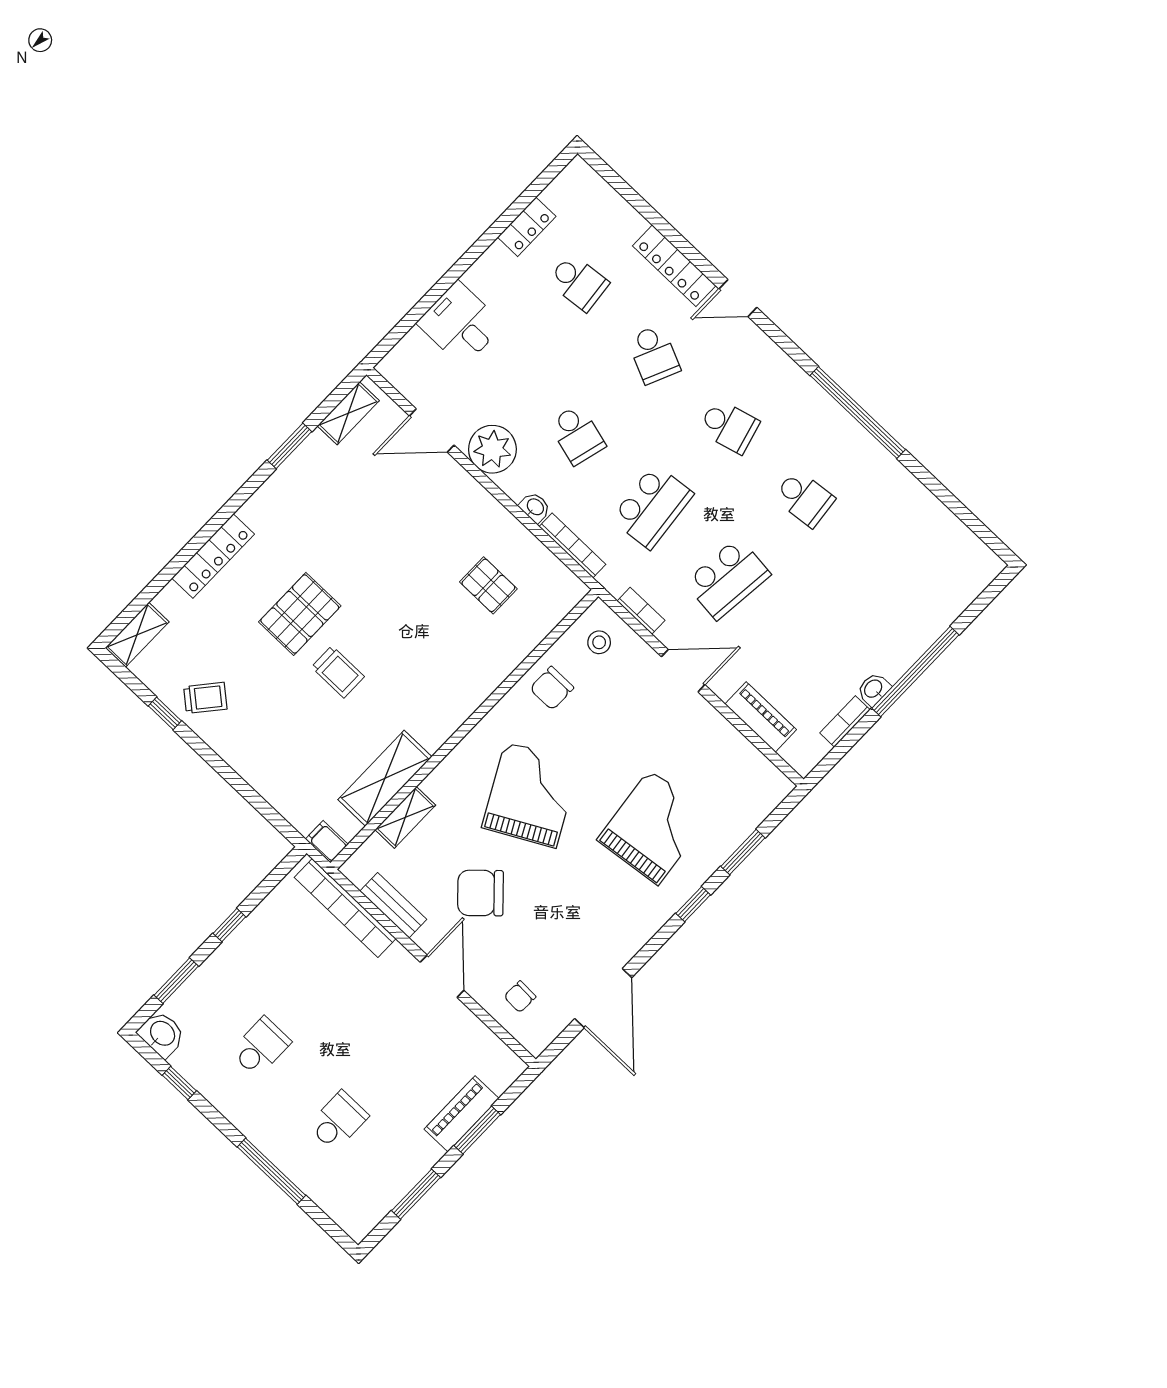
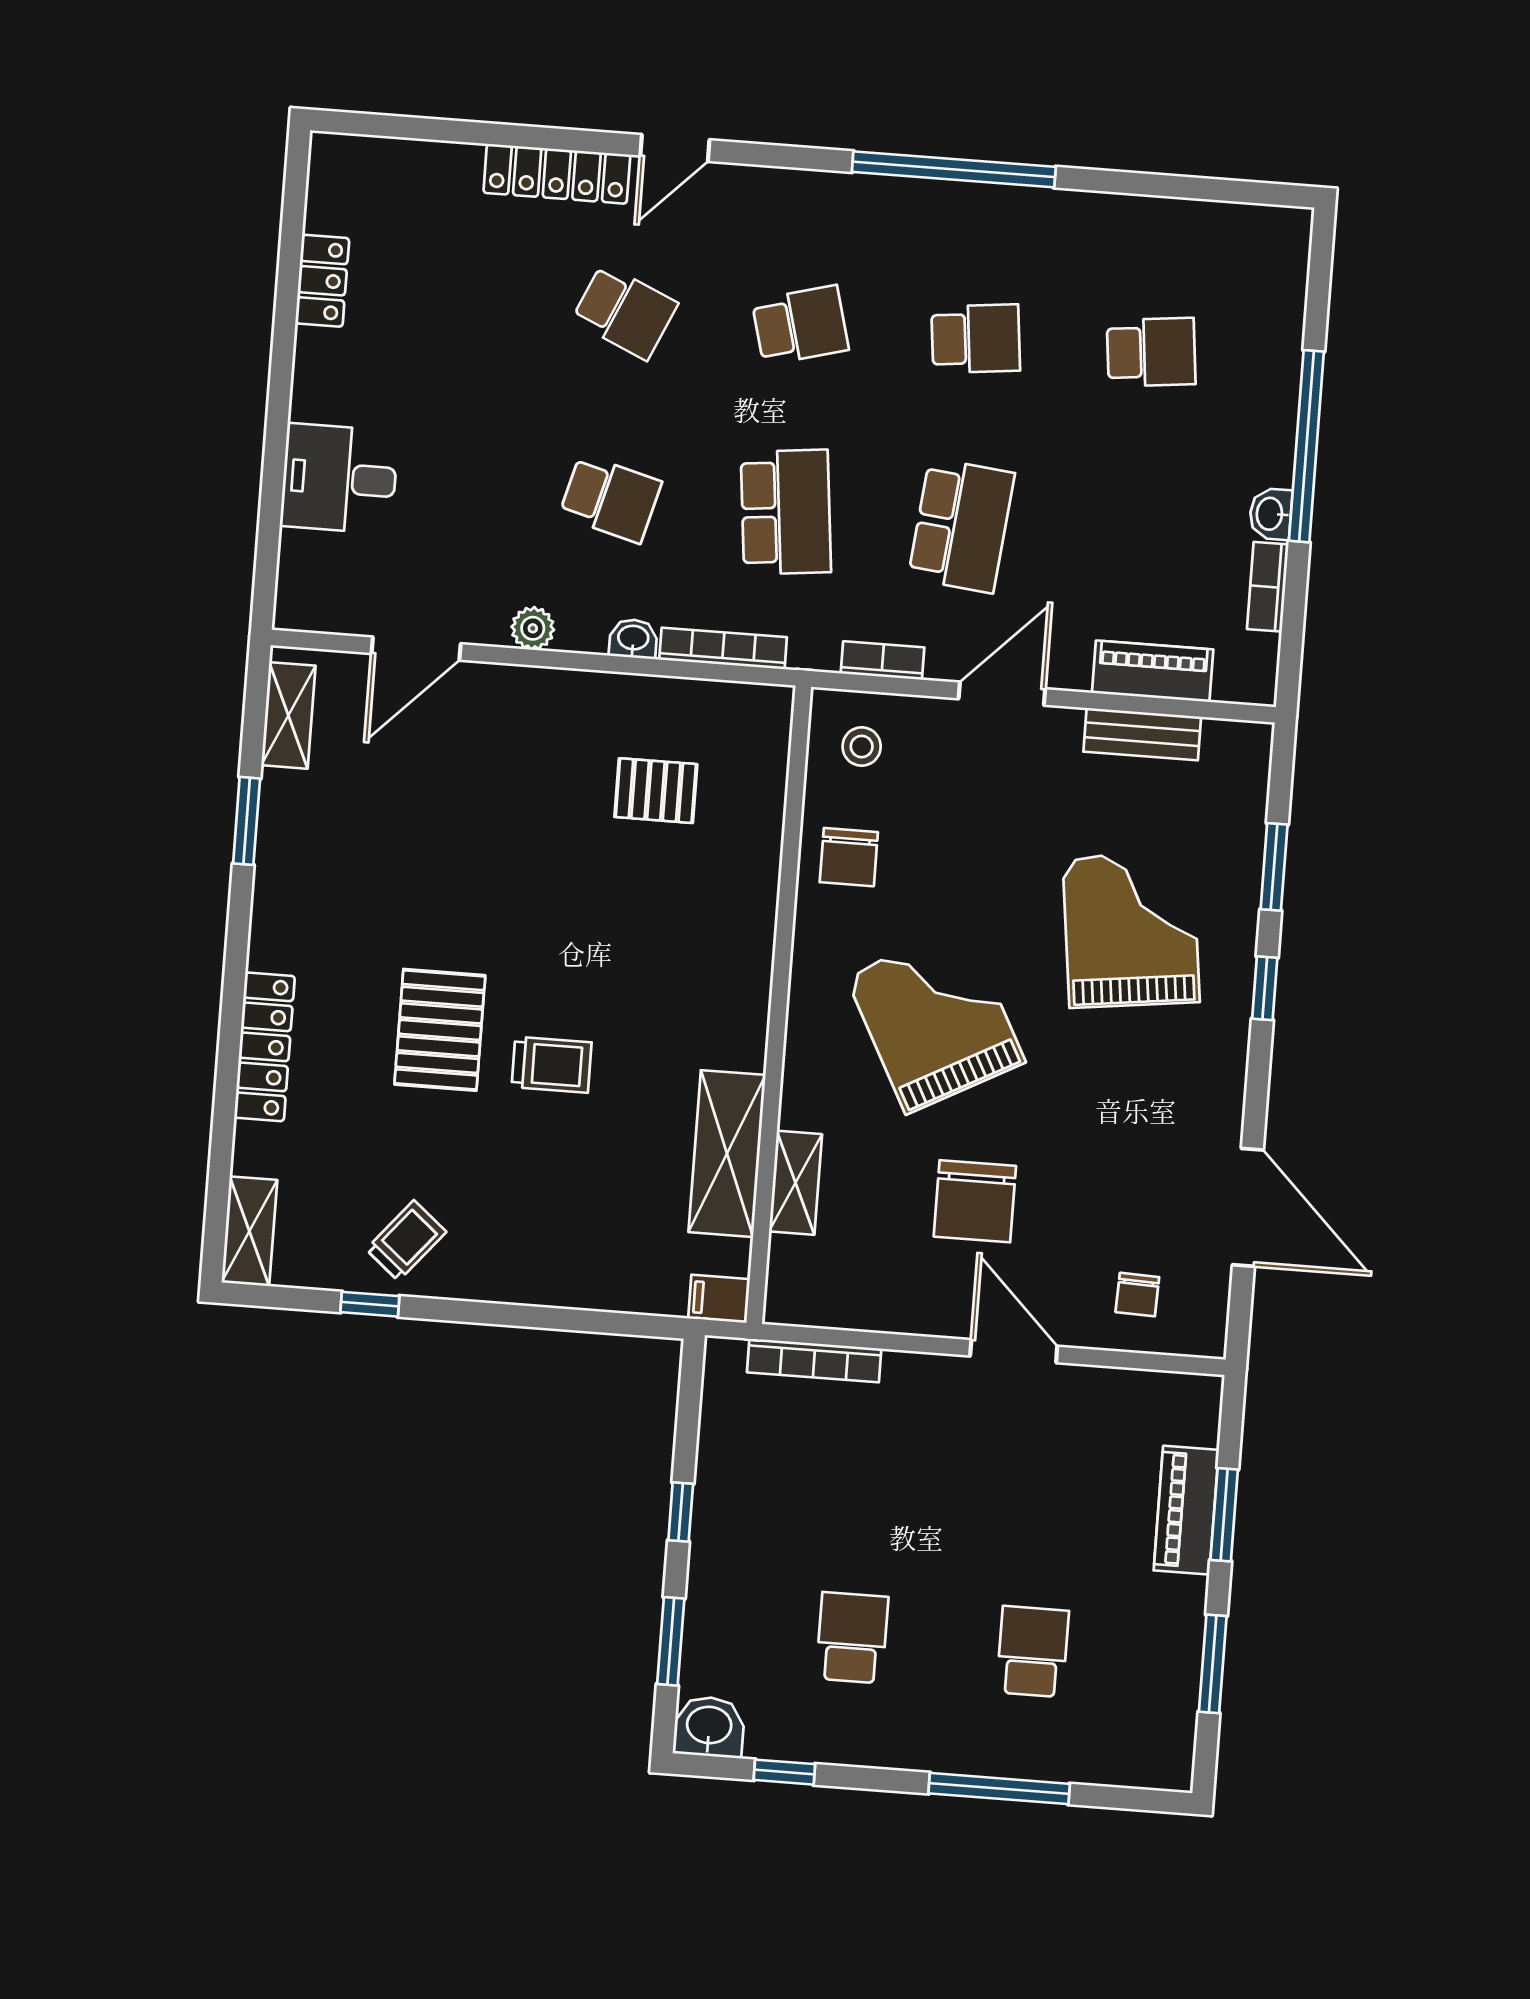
school desk: (578, 282) -> (1151, 352), moved
plant: (492, 449) -> (533, 628), width x0.53, depth x0.53
chair: (481, 893) -> (975, 1201), turned -47
bench: (393, 905) -> (1142, 734), moved
bookcase: (345, 908) -> (814, 1360), width x0.68, depth x0.76

